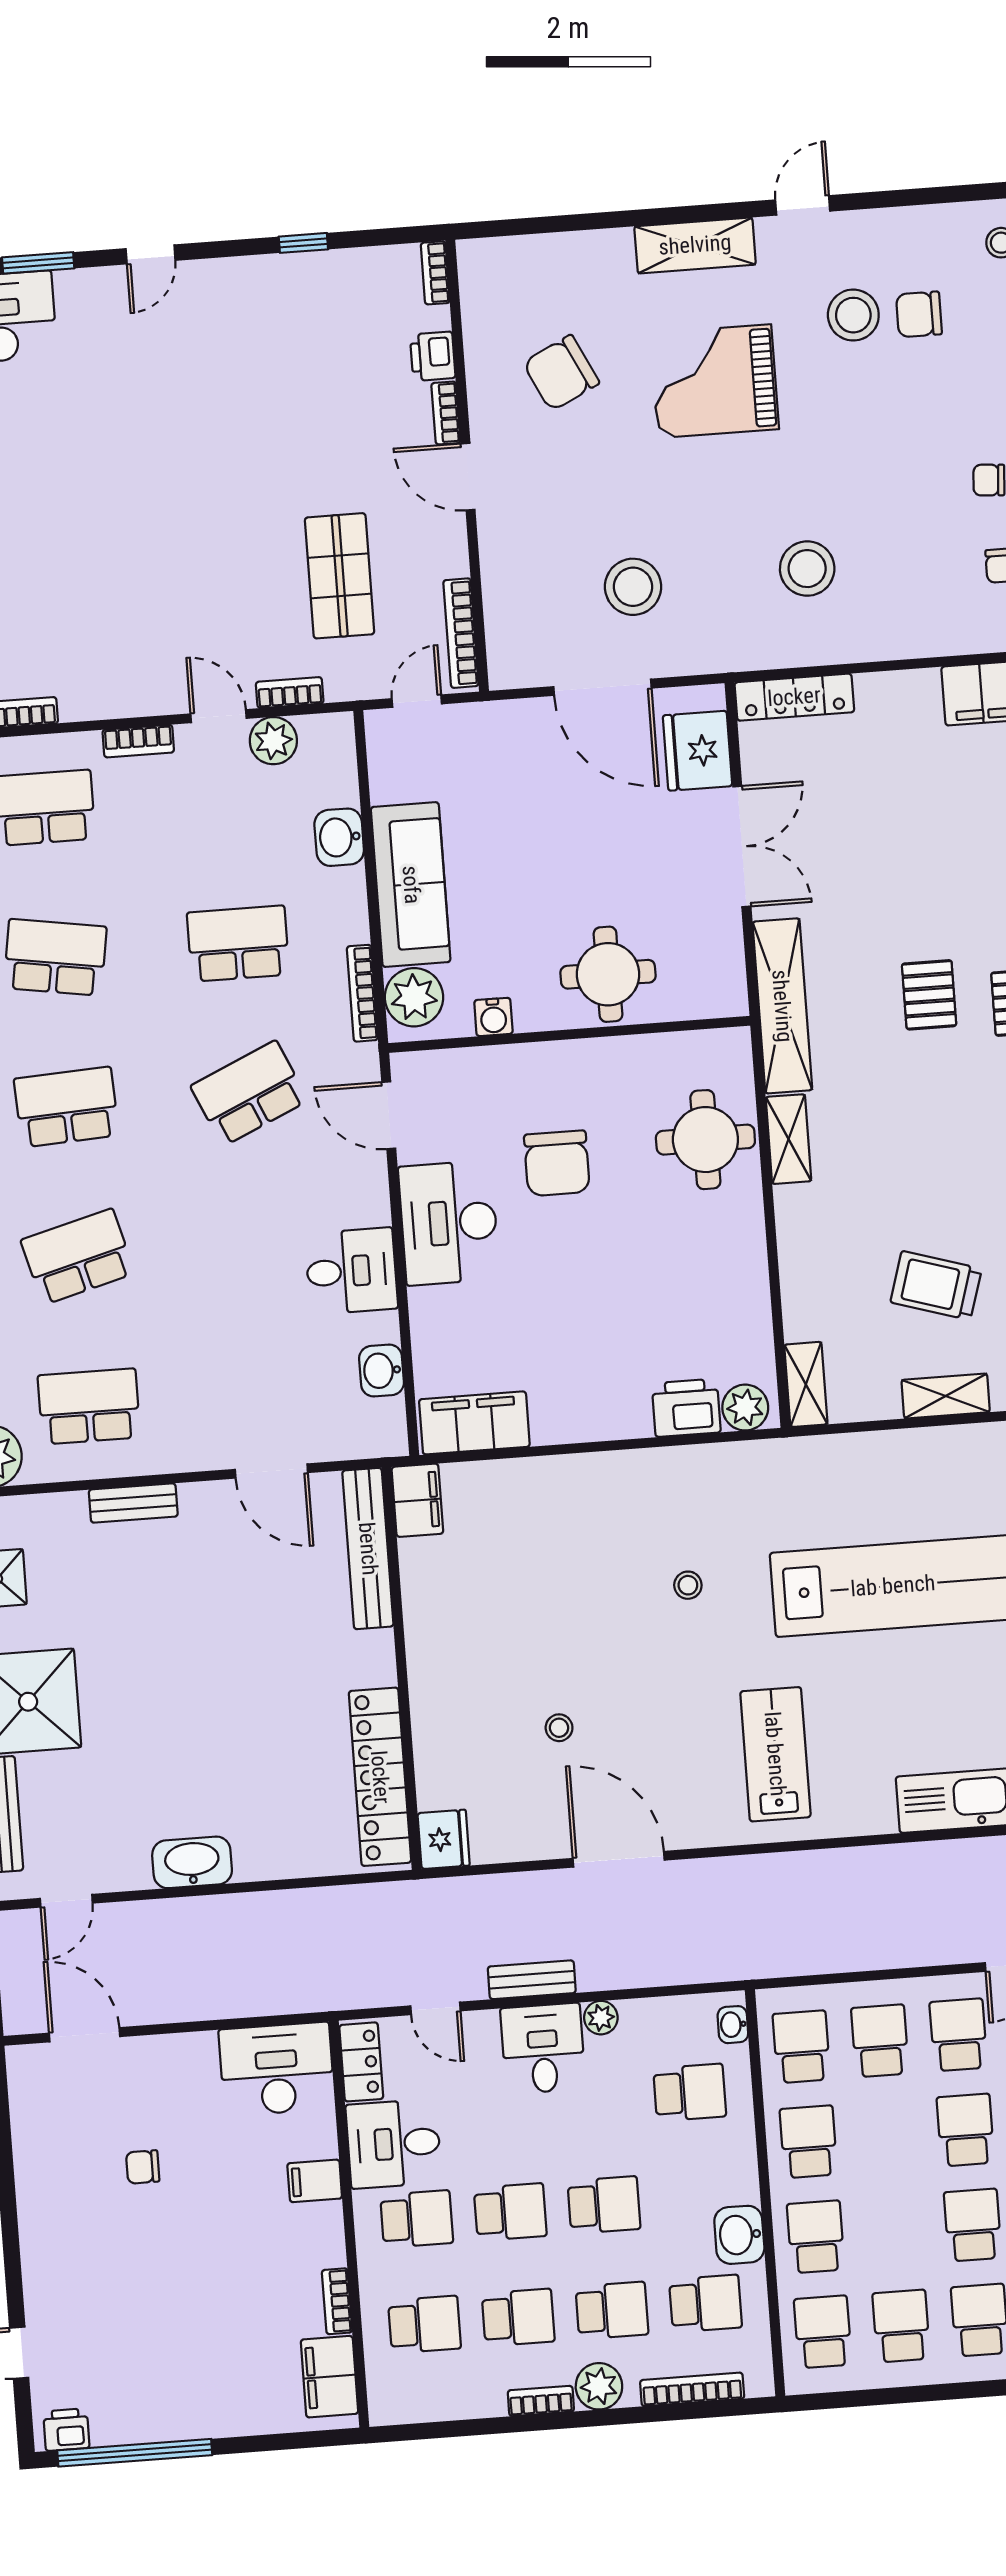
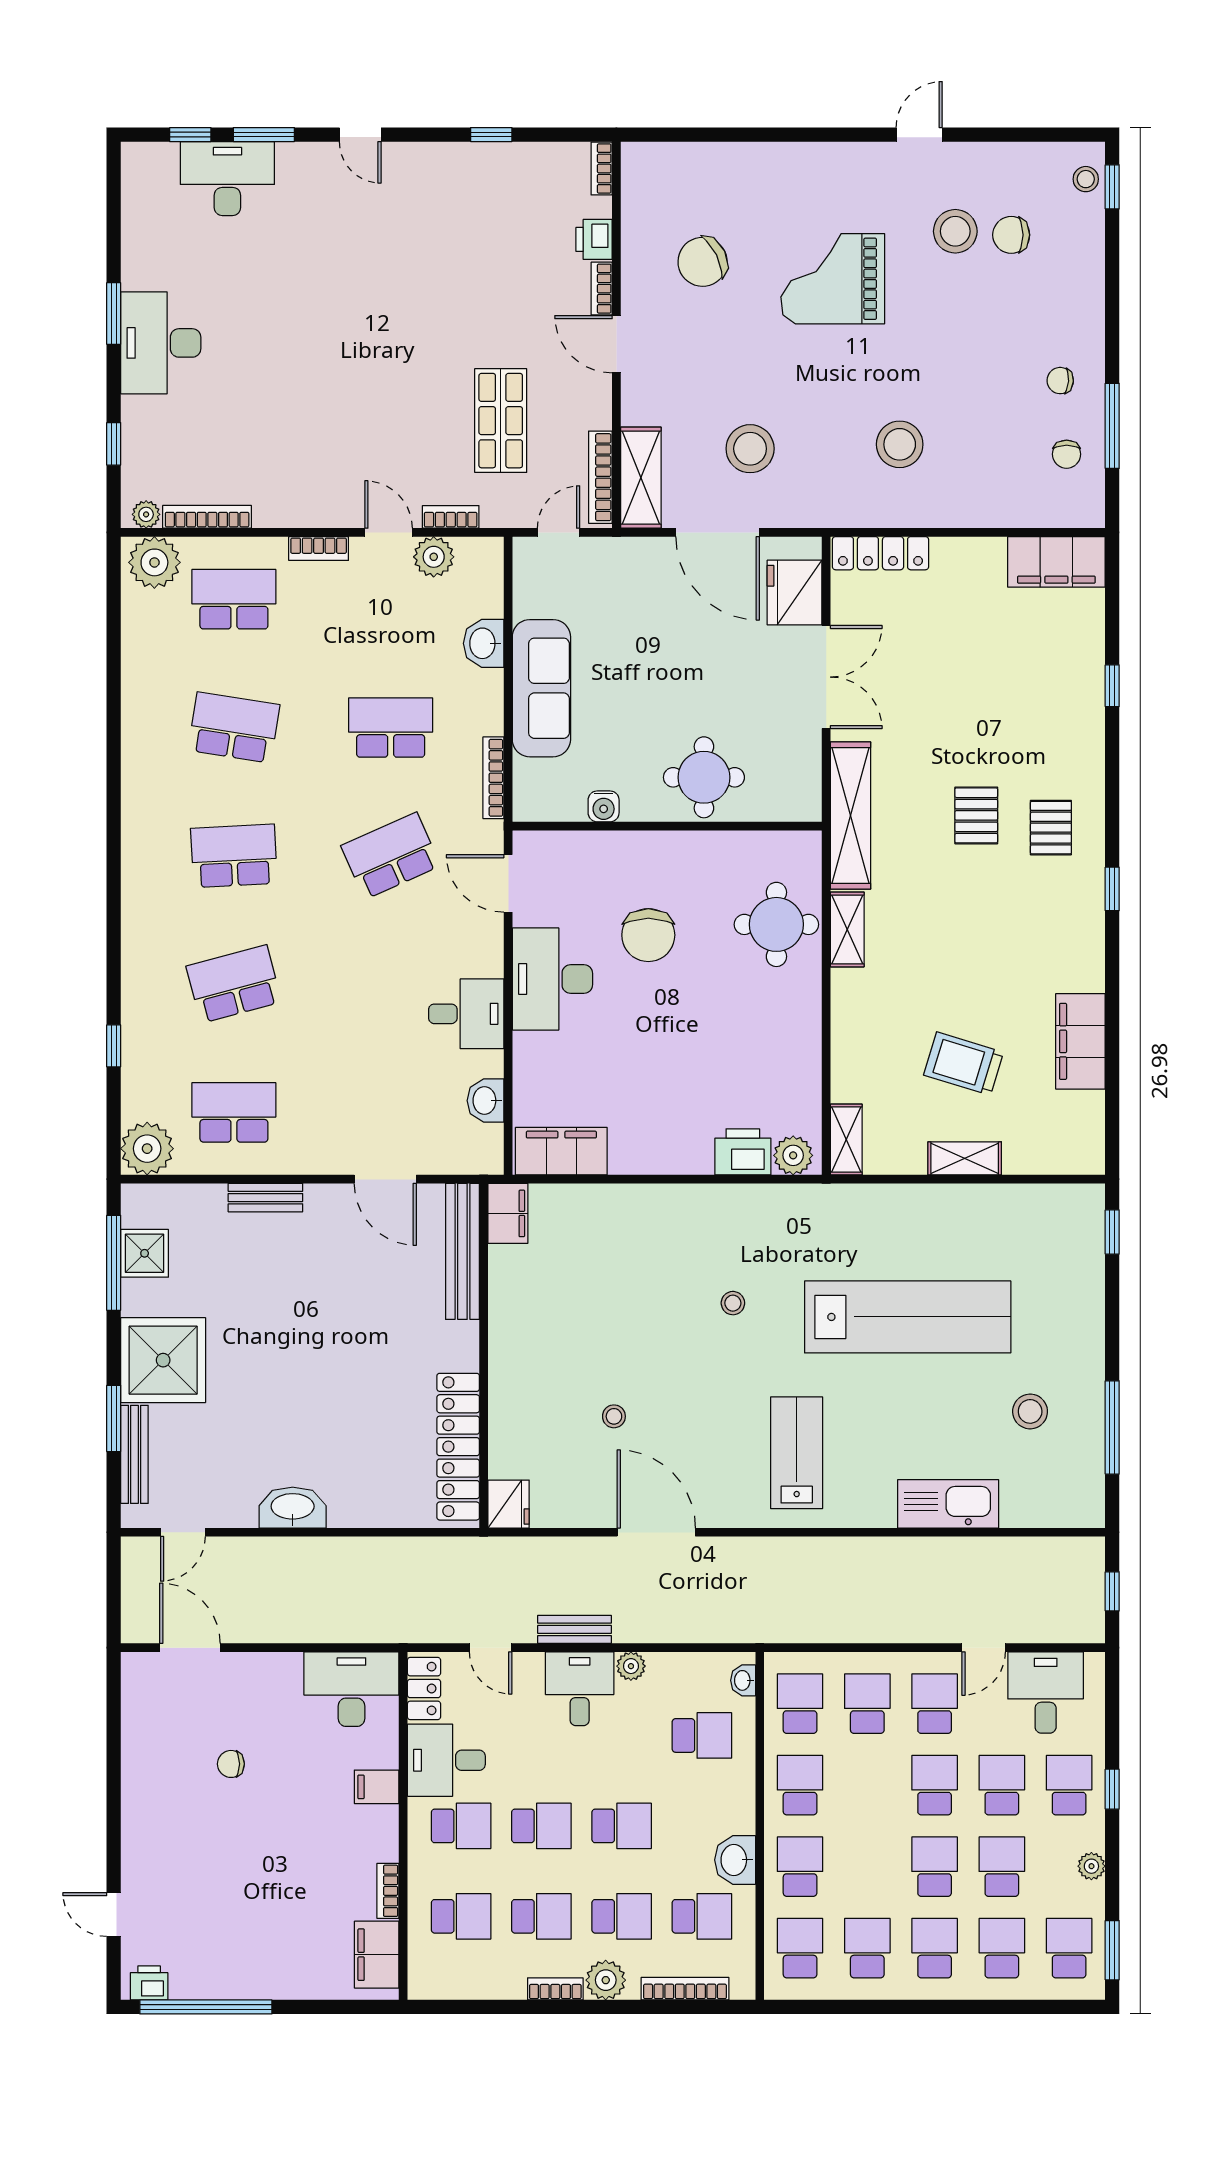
shelving: (695, 245) -> (641, 478), moved, turned 90
door: (151, 254) -> (360, 135), hinge flipped
plant: (414, 997) -> (537, 784), removed

